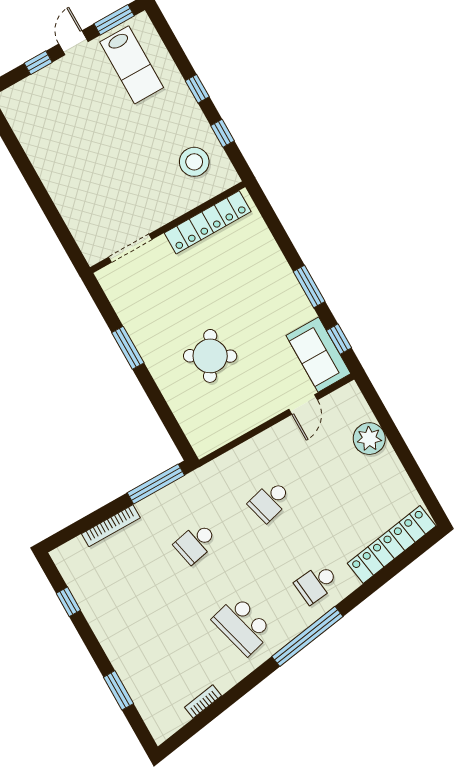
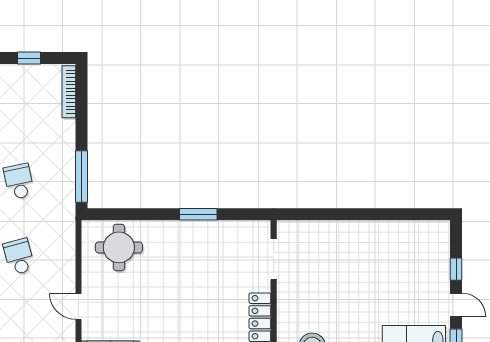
round table: (210, 356) -> (119, 247), moved, turned -30
door: (303, 405) -> (78, 306), moved
bookcase: (111, 526) -> (69, 92), moved

